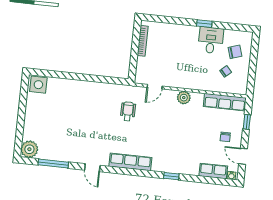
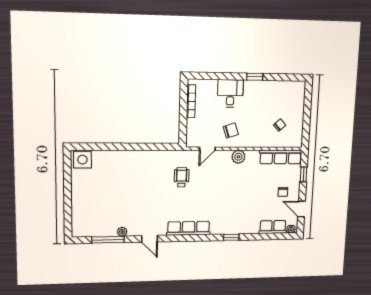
desk: (211, 40) -> (230, 93), moved
chair: (235, 52) -> (231, 131), moved
plant: (29, 149) -> (122, 232), moved, width x0.53, depth x0.53

